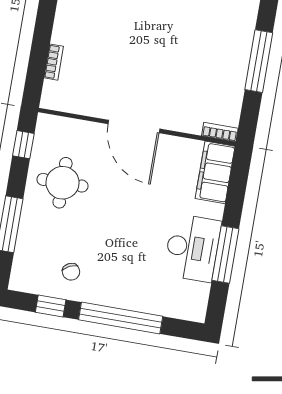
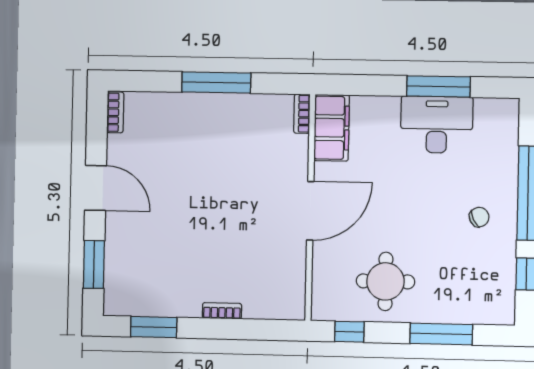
bookcase: (54, 62) -> (222, 311), moved
filing cabinet: (215, 172) -> (332, 128), moved, turned -90
chair: (71, 272) -> (479, 217), moved

